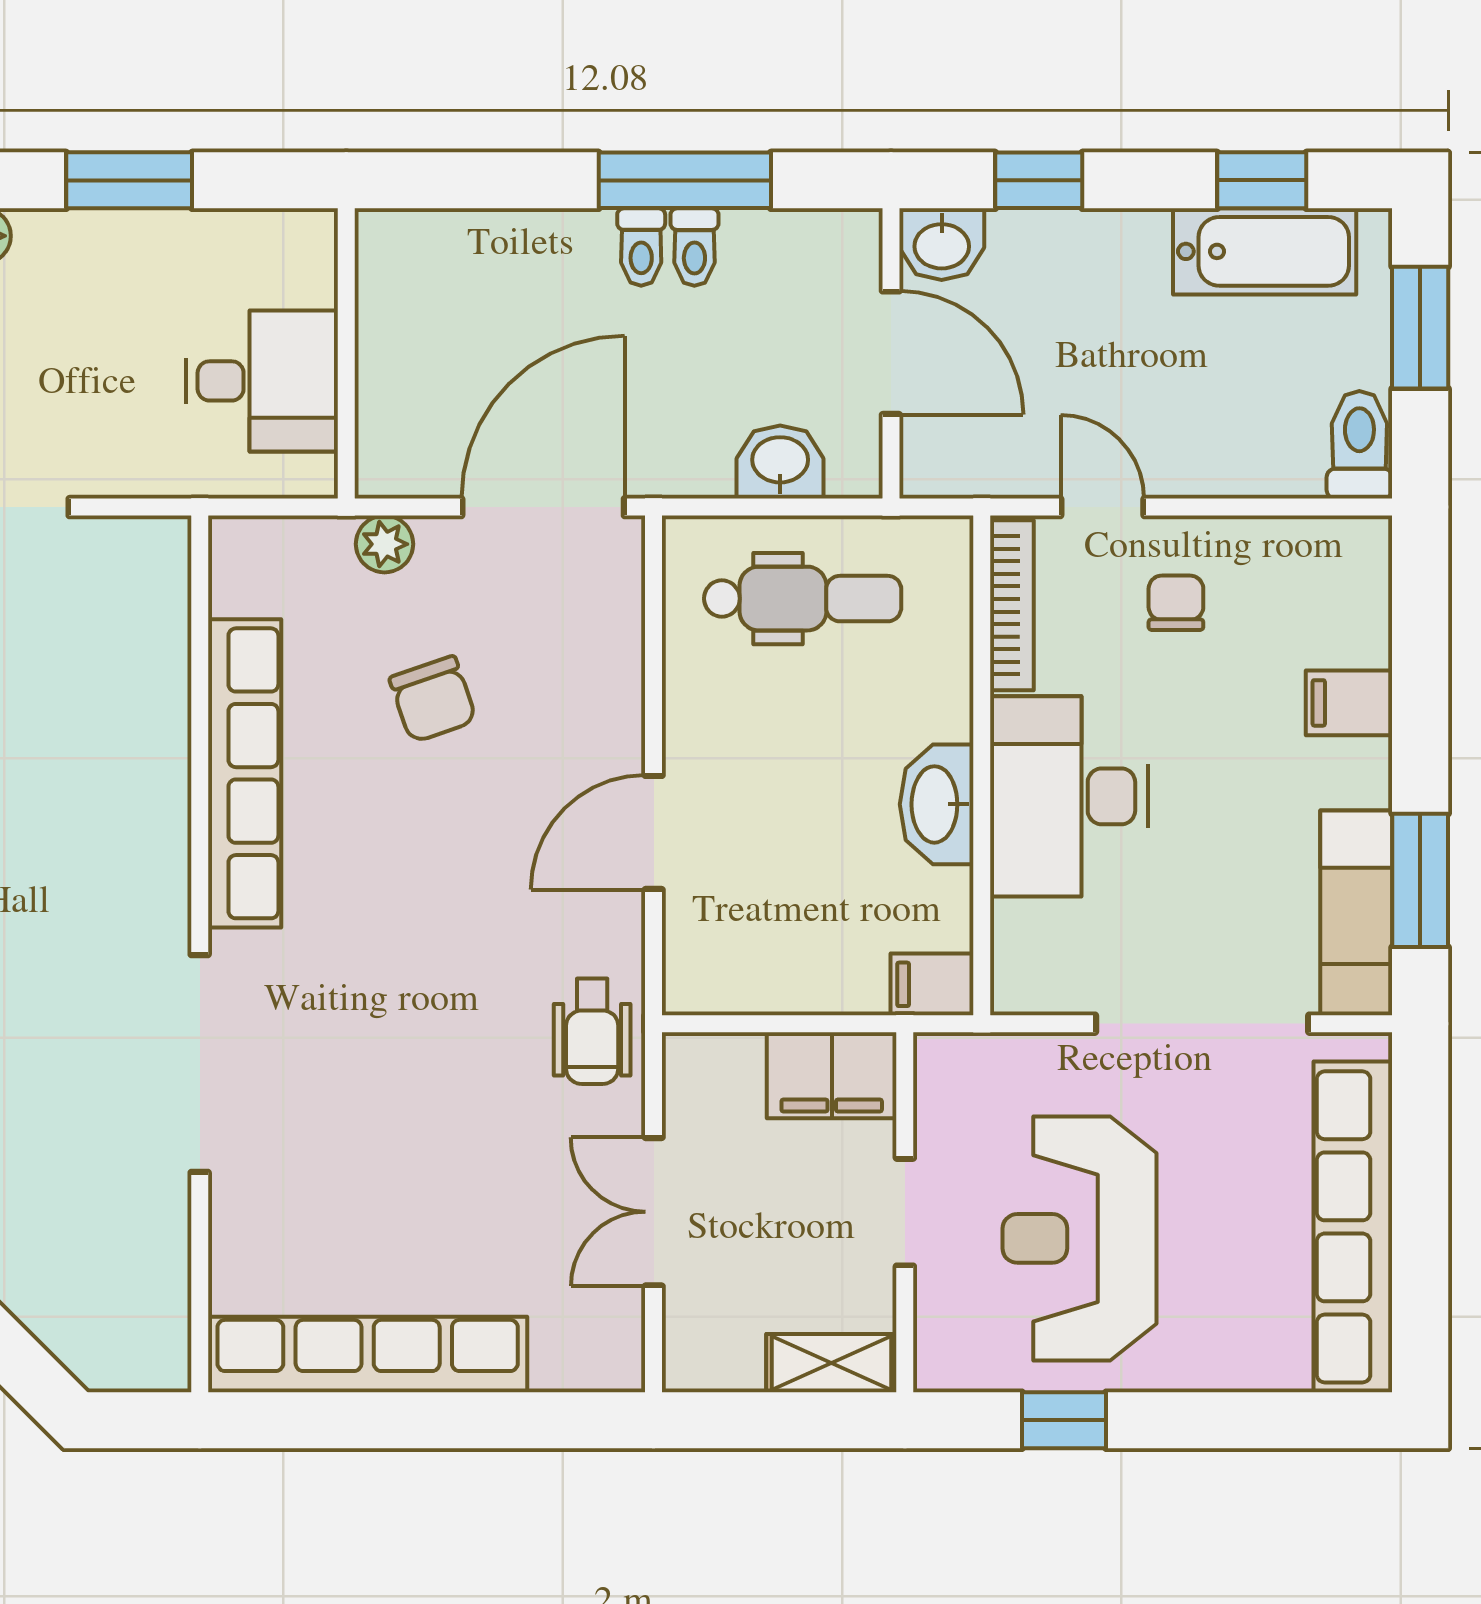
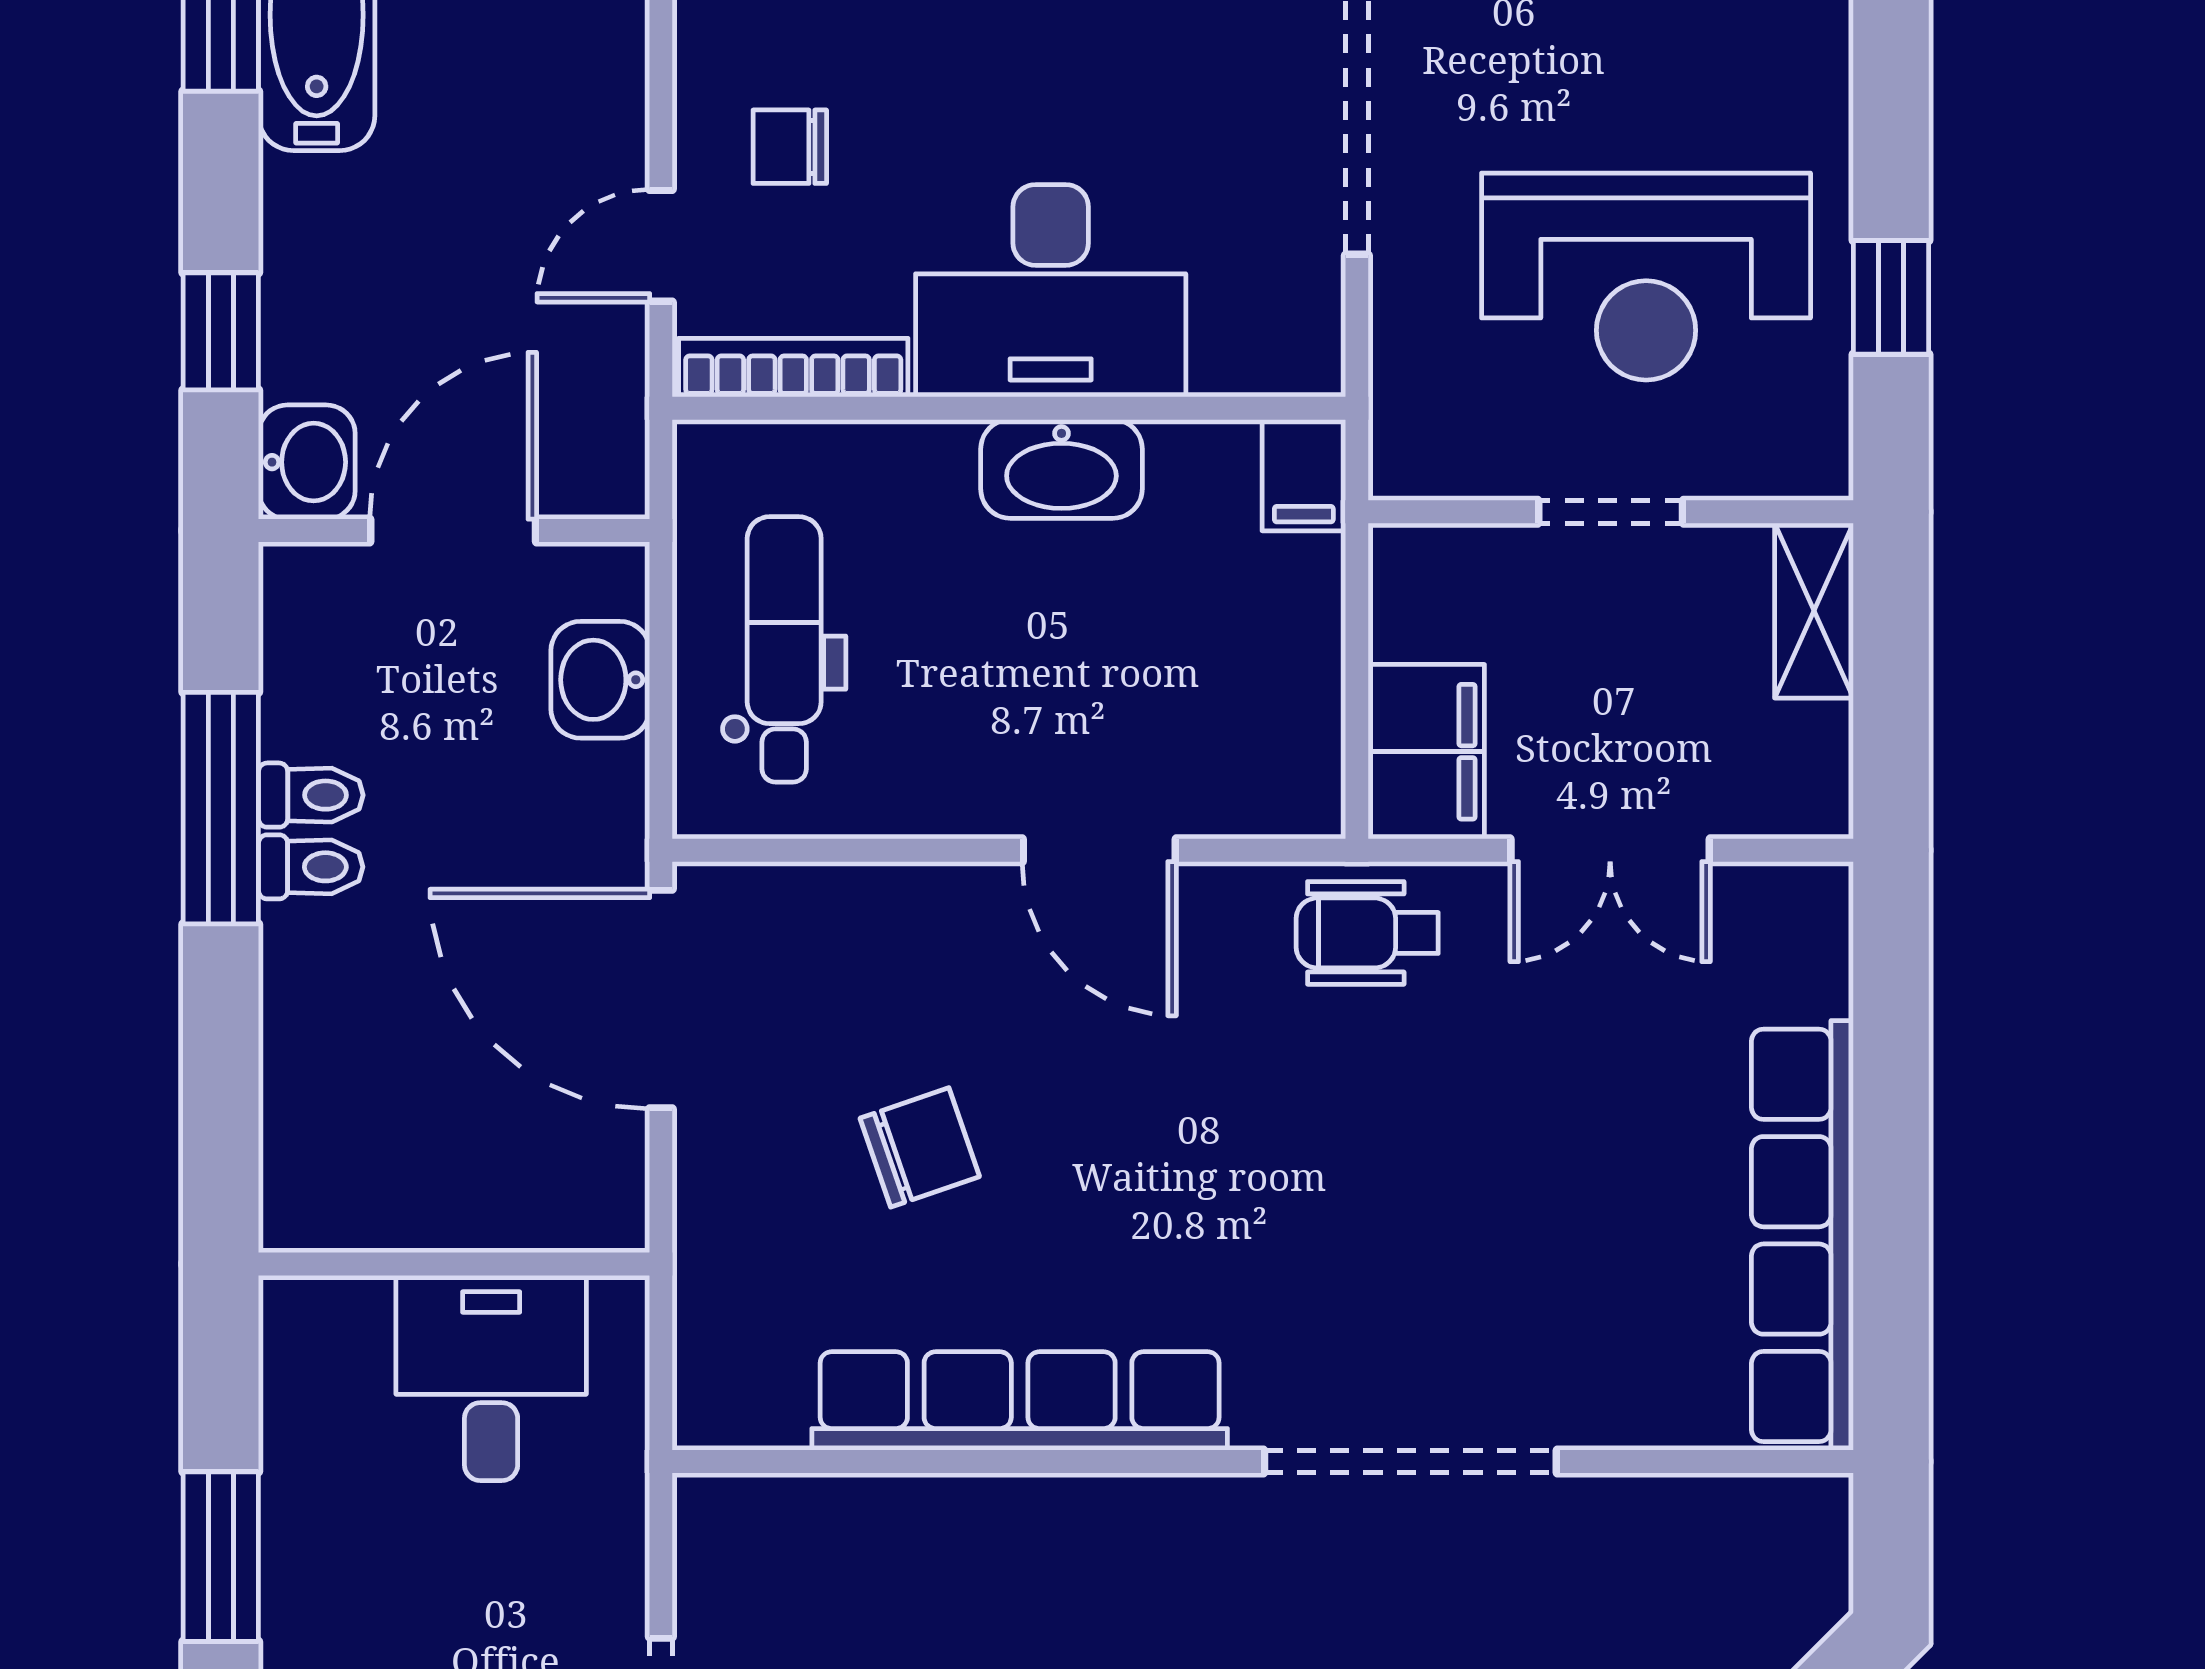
plant: (384, 544) -> (711, 1213), removed
wheelchair: (592, 1031) -> (1367, 933), turned 180
filing cabinet: (832, 1075) -> (1426, 752), moved

